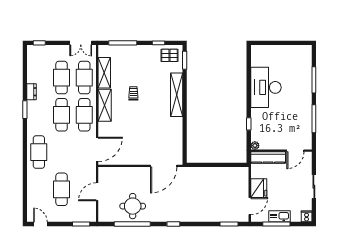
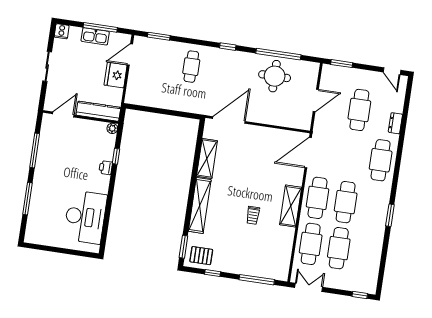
shelving: (104, 73) -> (207, 158), moved
desk: (266, 87) -> (85, 217), moved
dresser: (32, 92) -> (395, 123), moved
printer: (256, 114) -> (106, 168), added
cafe table: (200, 204) -> (191, 67), added

